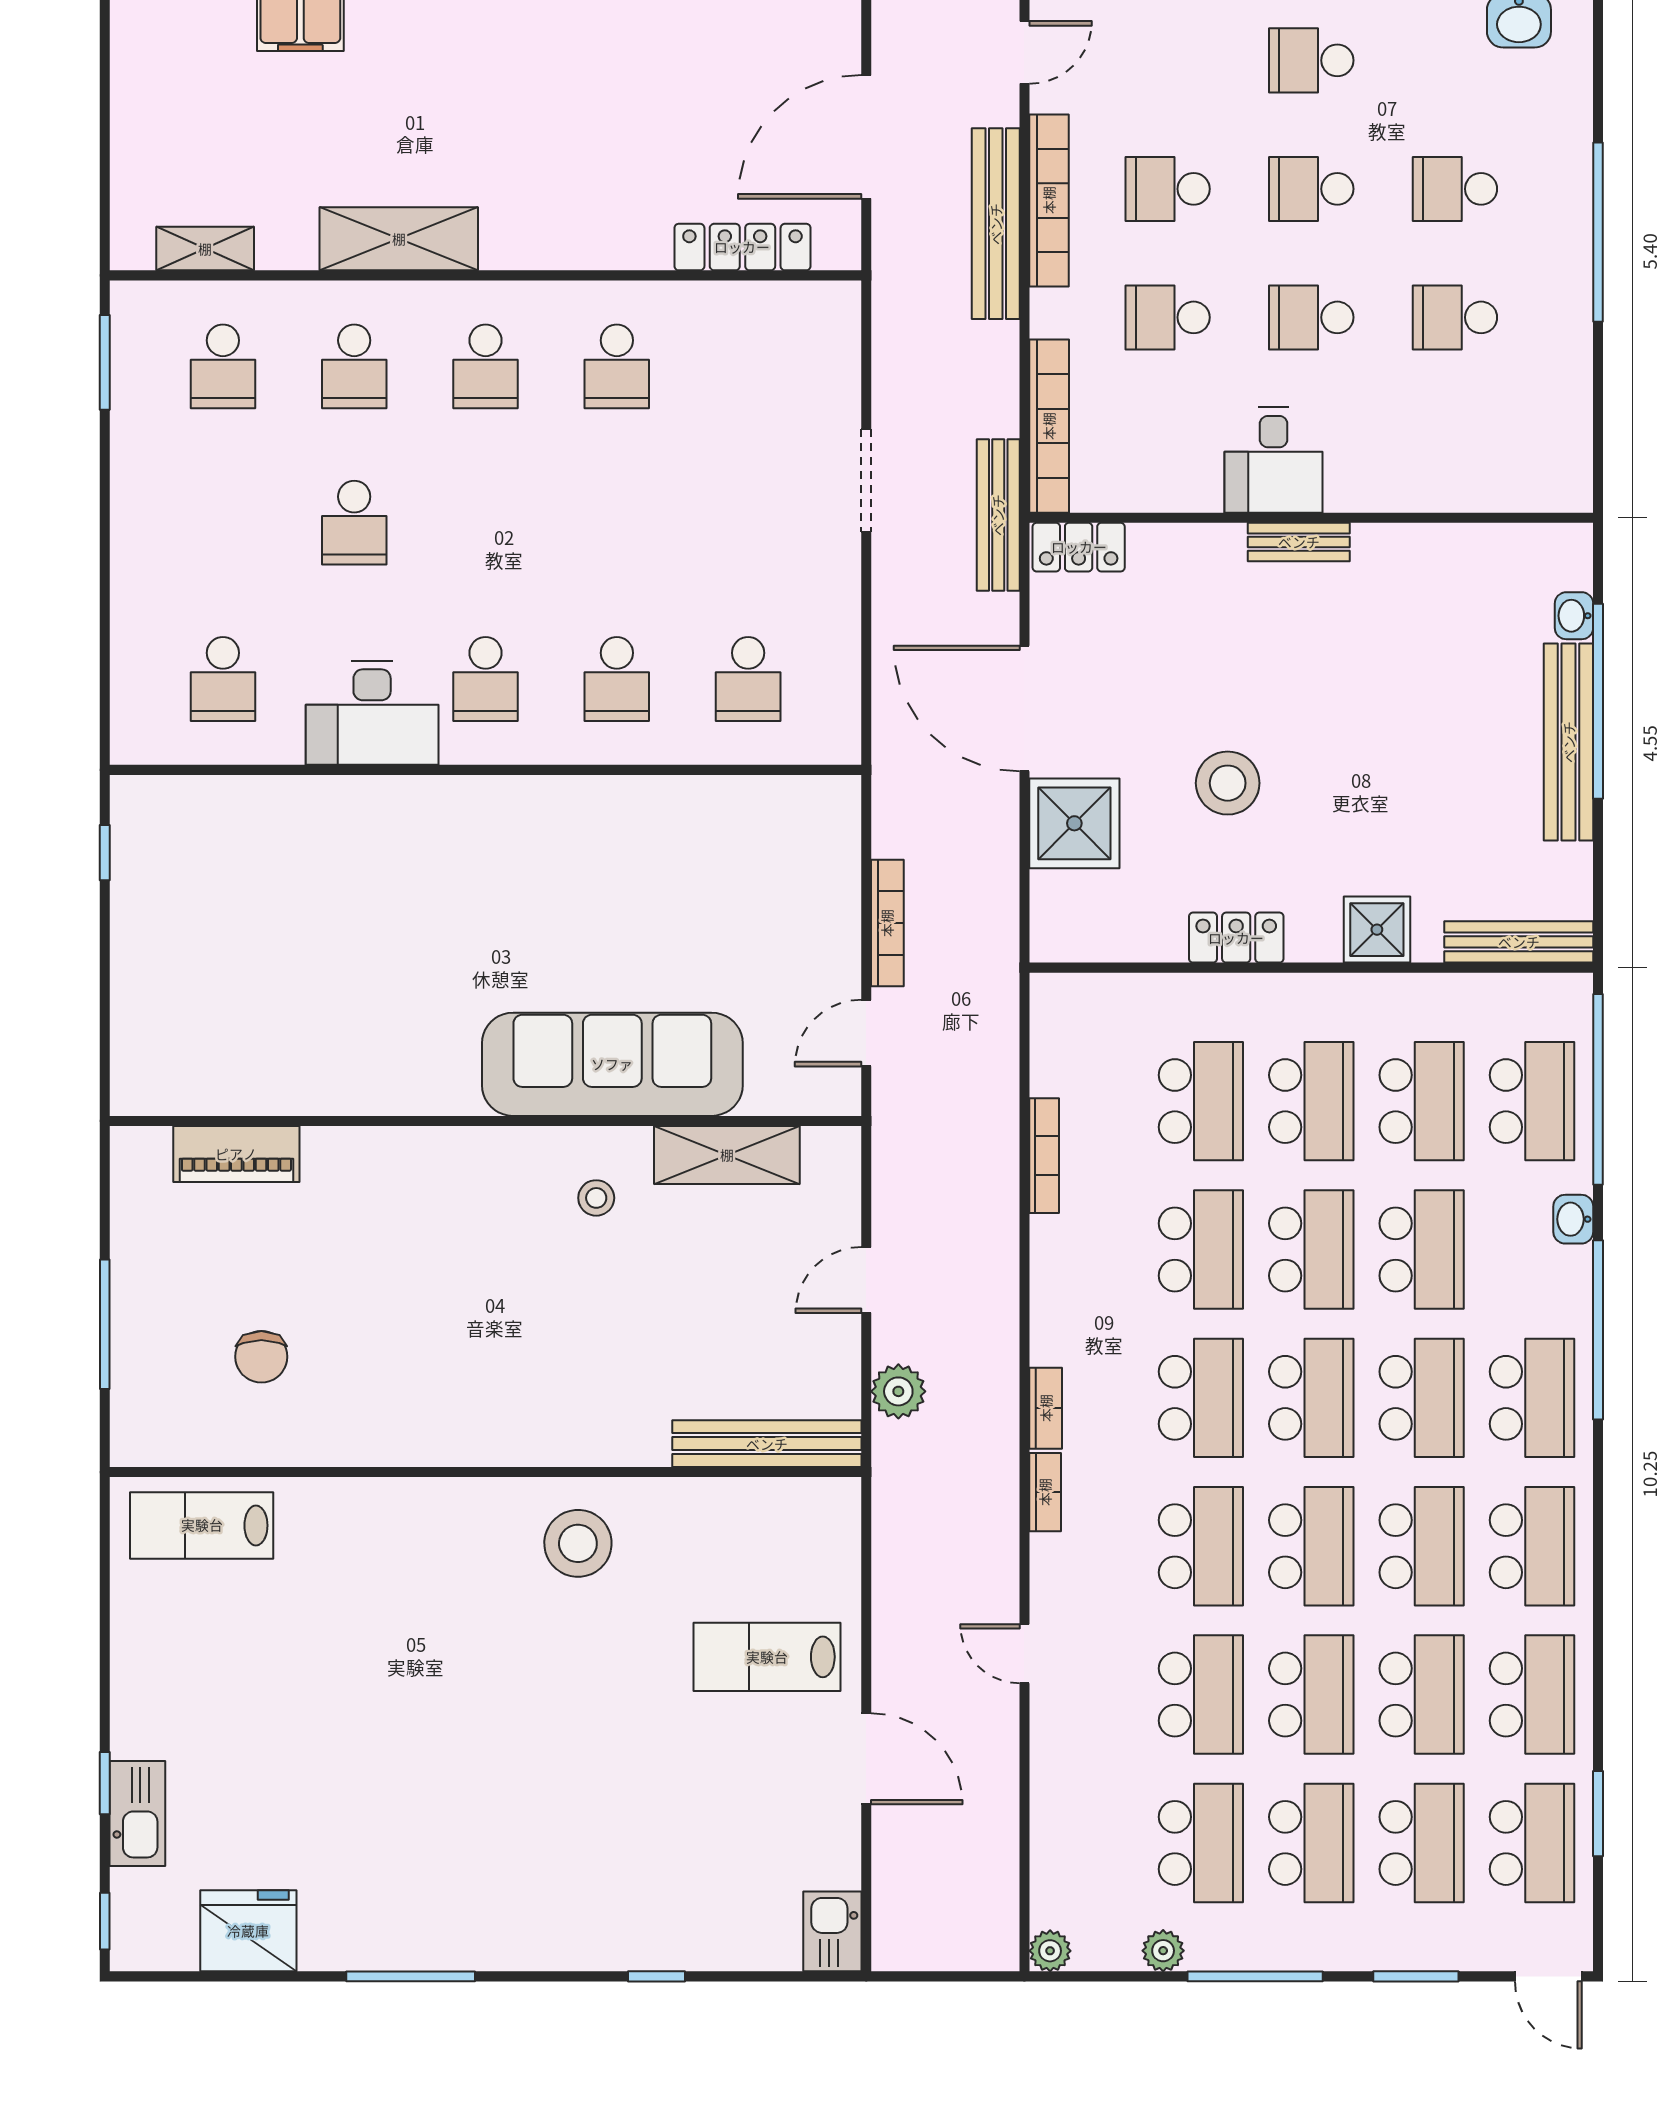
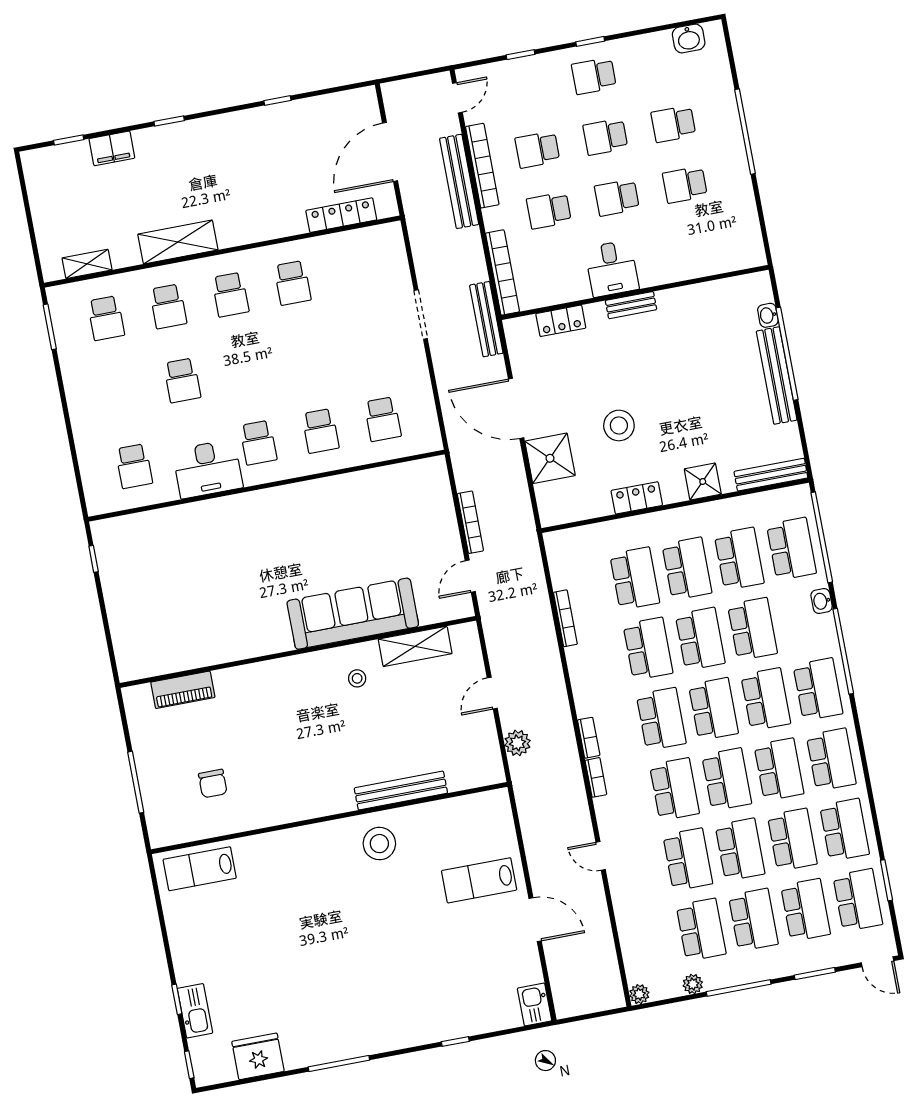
locker: (1079, 547) -> (561, 321), moved
bench: (767, 1444) -> (401, 791), moved

